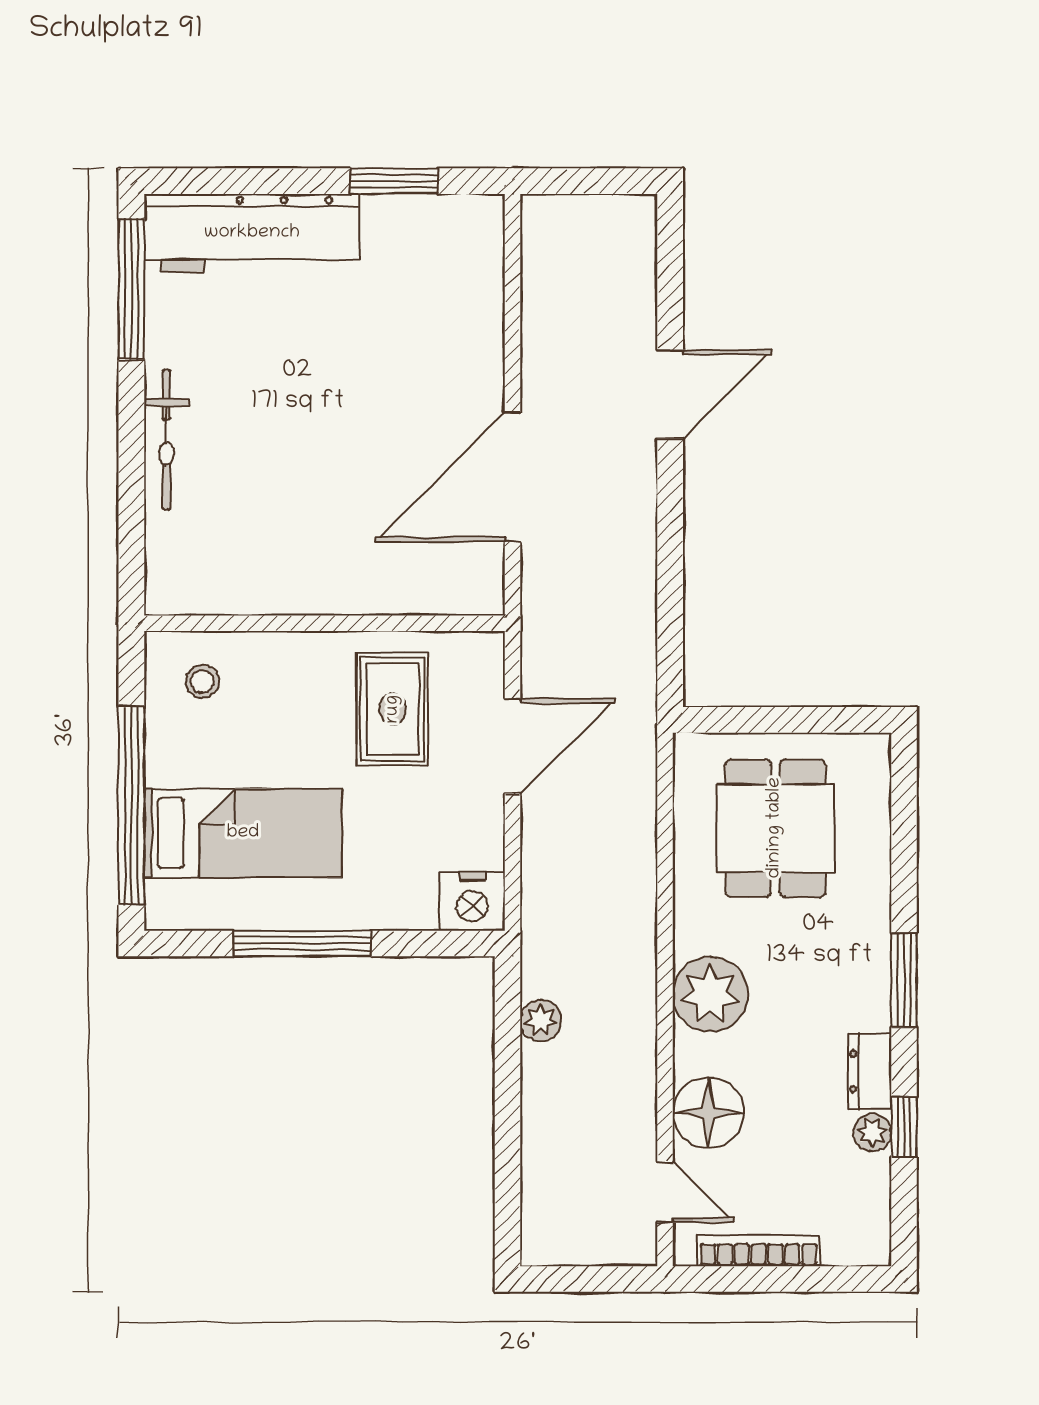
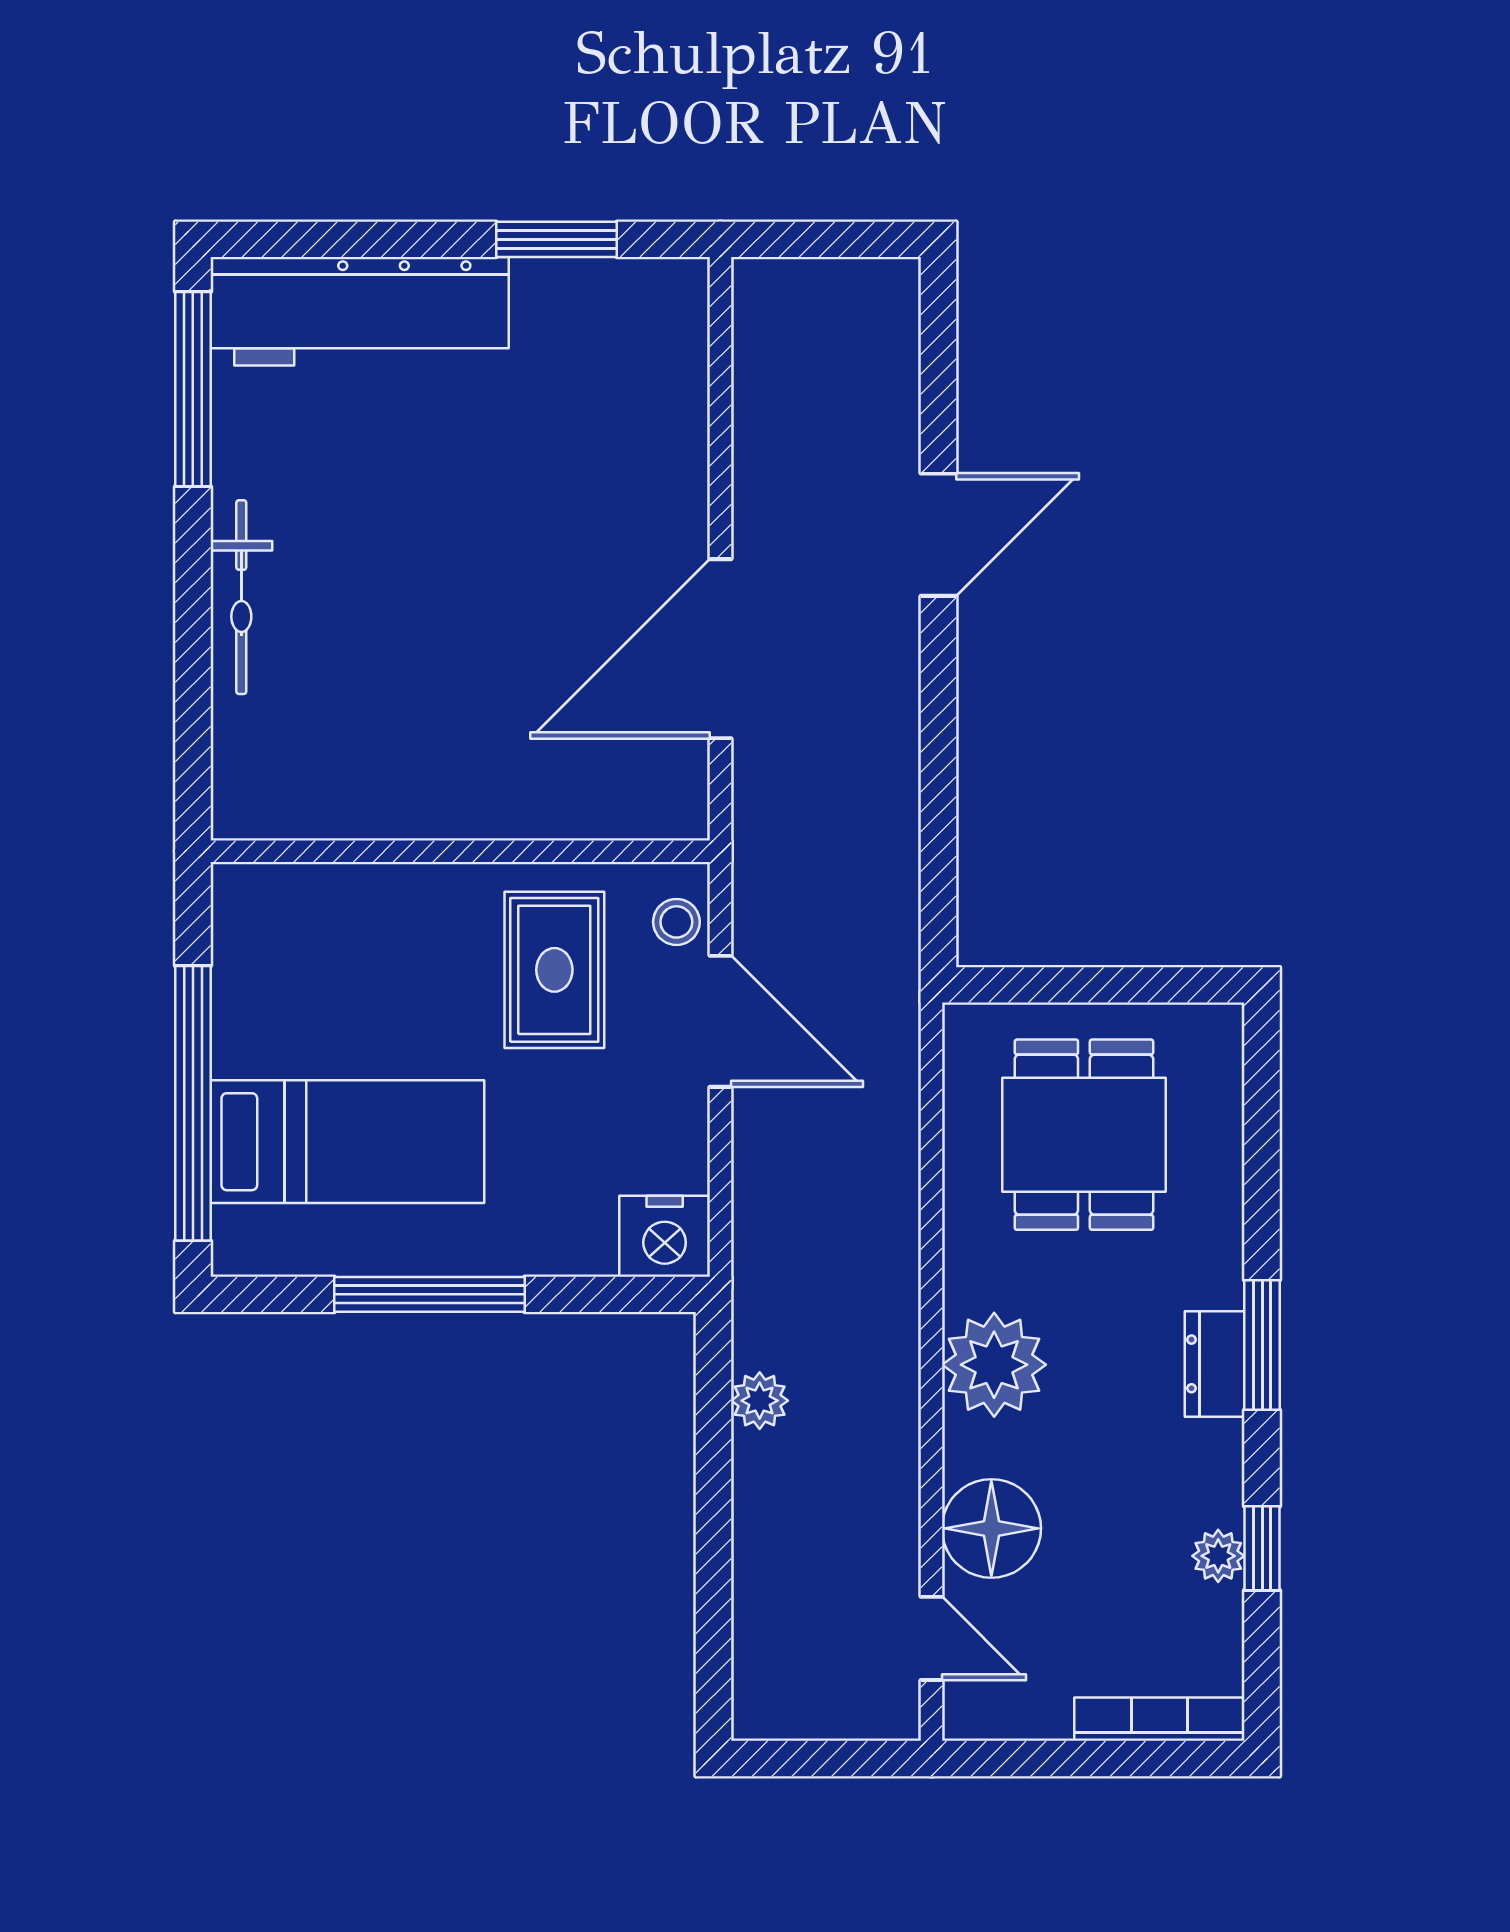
stool: (202, 681) -> (676, 922), moved
door: (513, 746) -> (720, 1021), hinge flipped
dresser: (870, 1071) -> (1215, 1364), moved
bookcase: (759, 1251) -> (1159, 1719), moved

